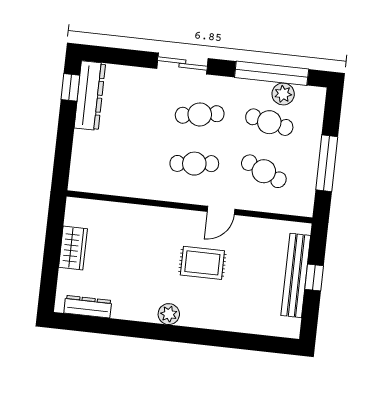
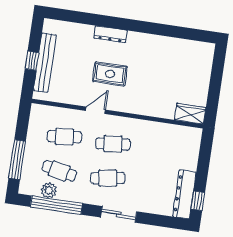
window: (327, 163) -> (17, 160), moved
cafe table: (264, 171) -> (64, 137), turned -30
wardrobe: (73, 248) -> (190, 114), moved, turned 90
dresser: (88, 307) -> (111, 34), moved
plant: (169, 314) -> (135, 39), removed

